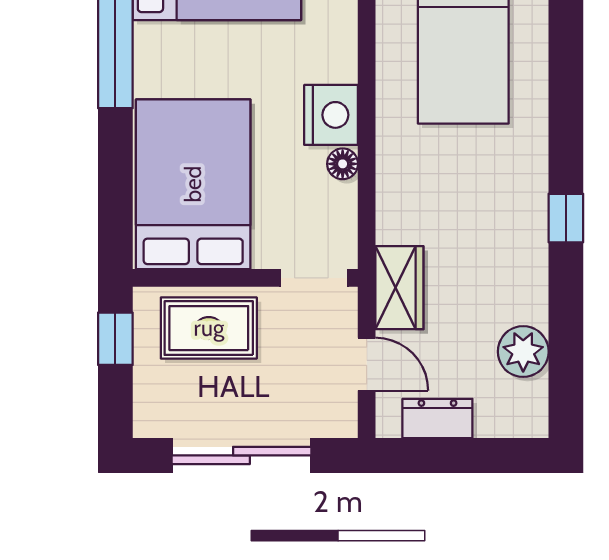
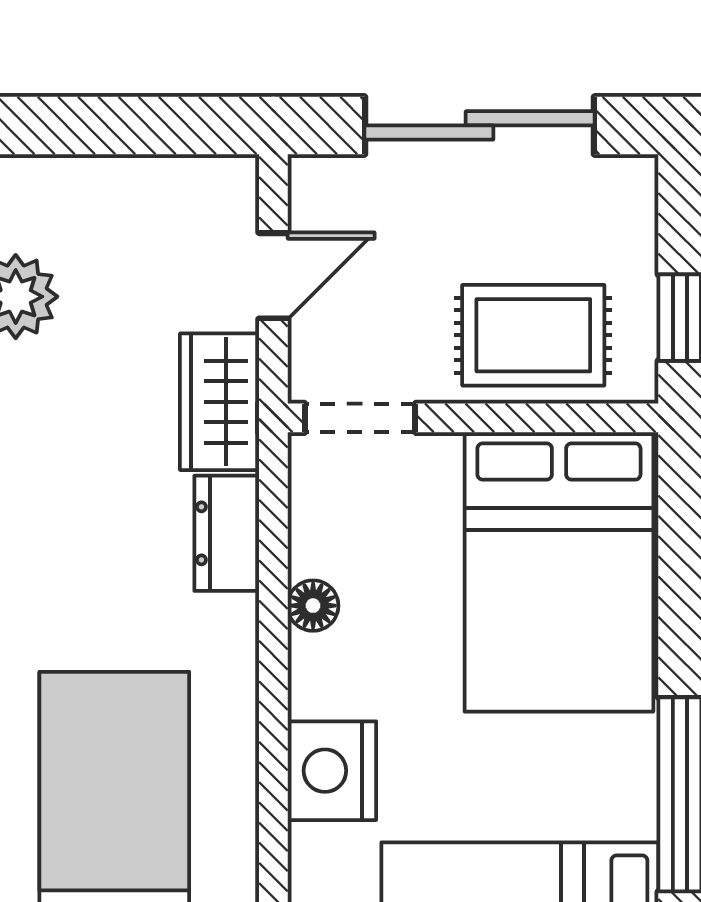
nightstand: (331, 115) -> (332, 771), moved
door: (367, 364) -> (273, 276), swing flipped
dresser: (437, 418) -> (227, 533), moved, turned 90

